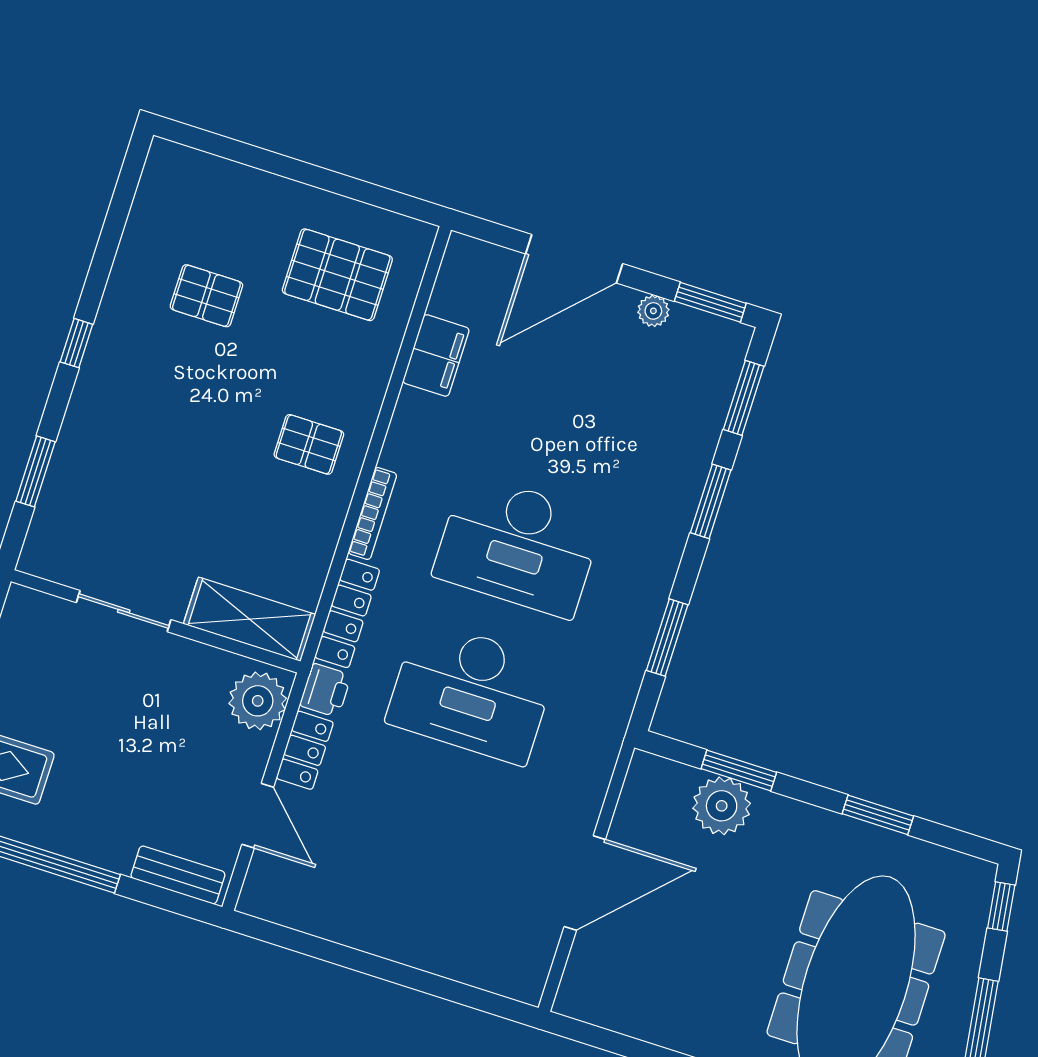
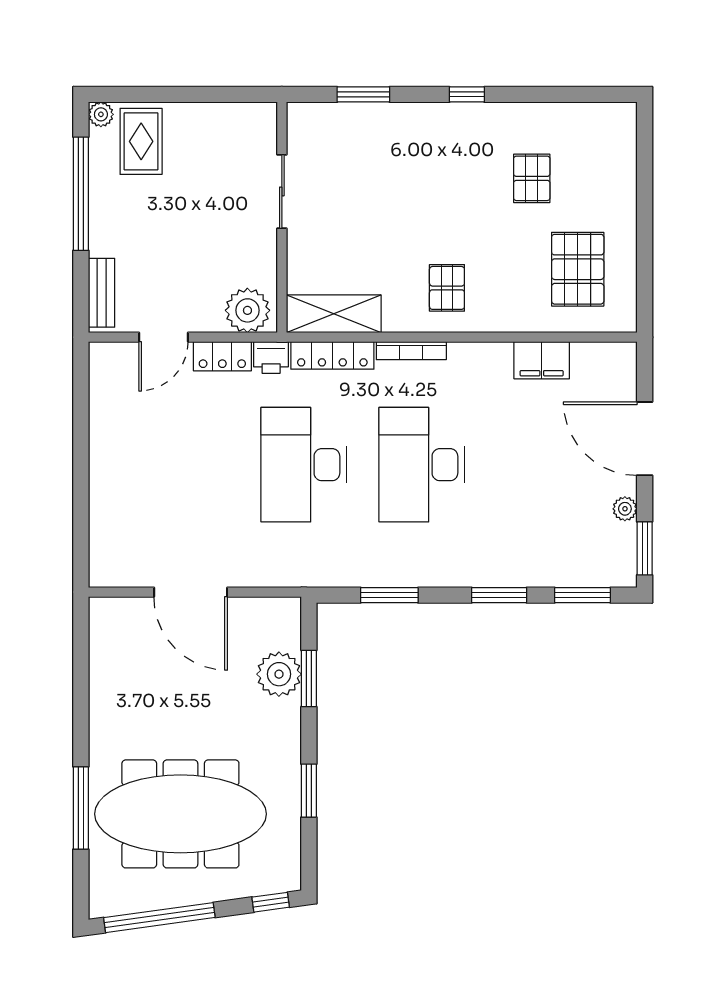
shelving: (249, 619) -> (334, 314), moved, turned 90

